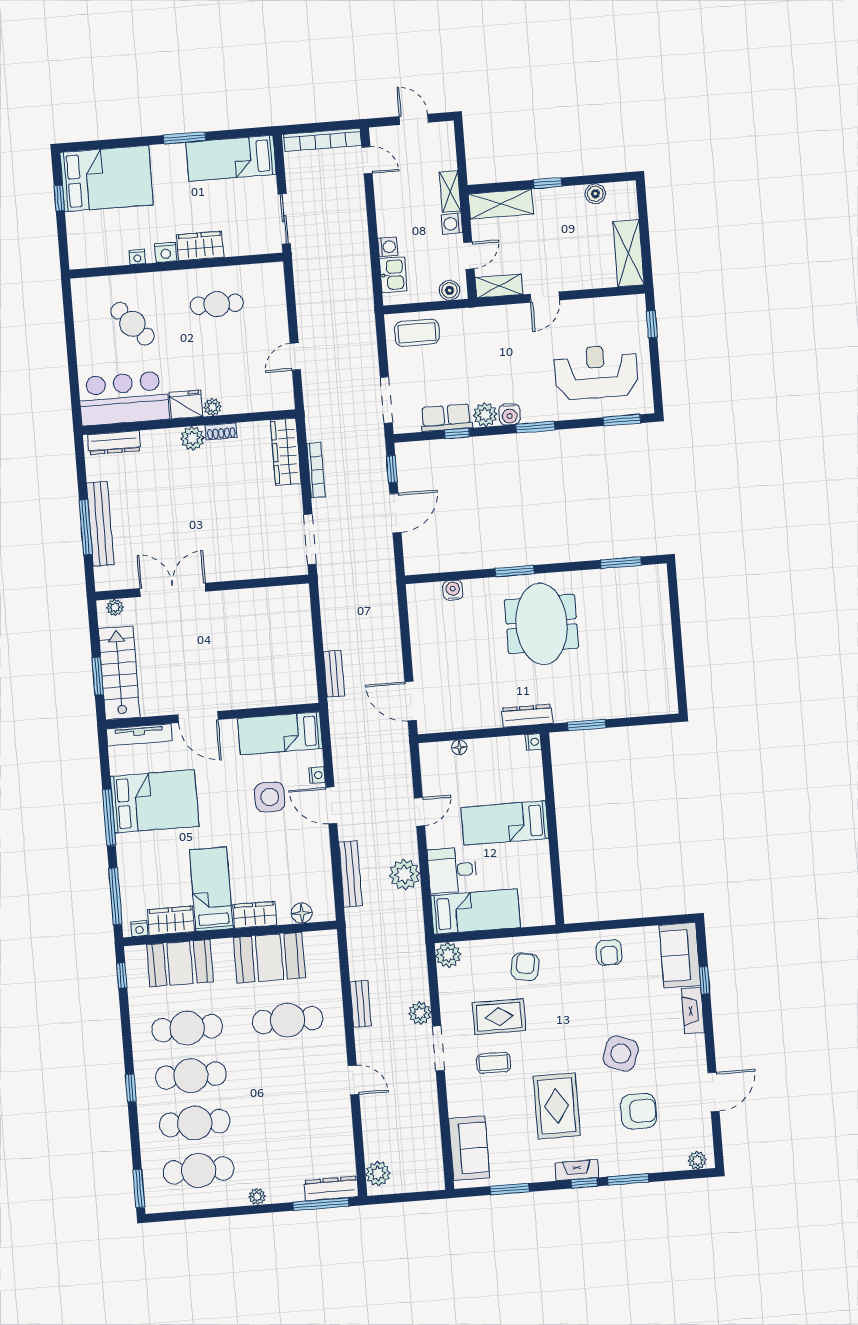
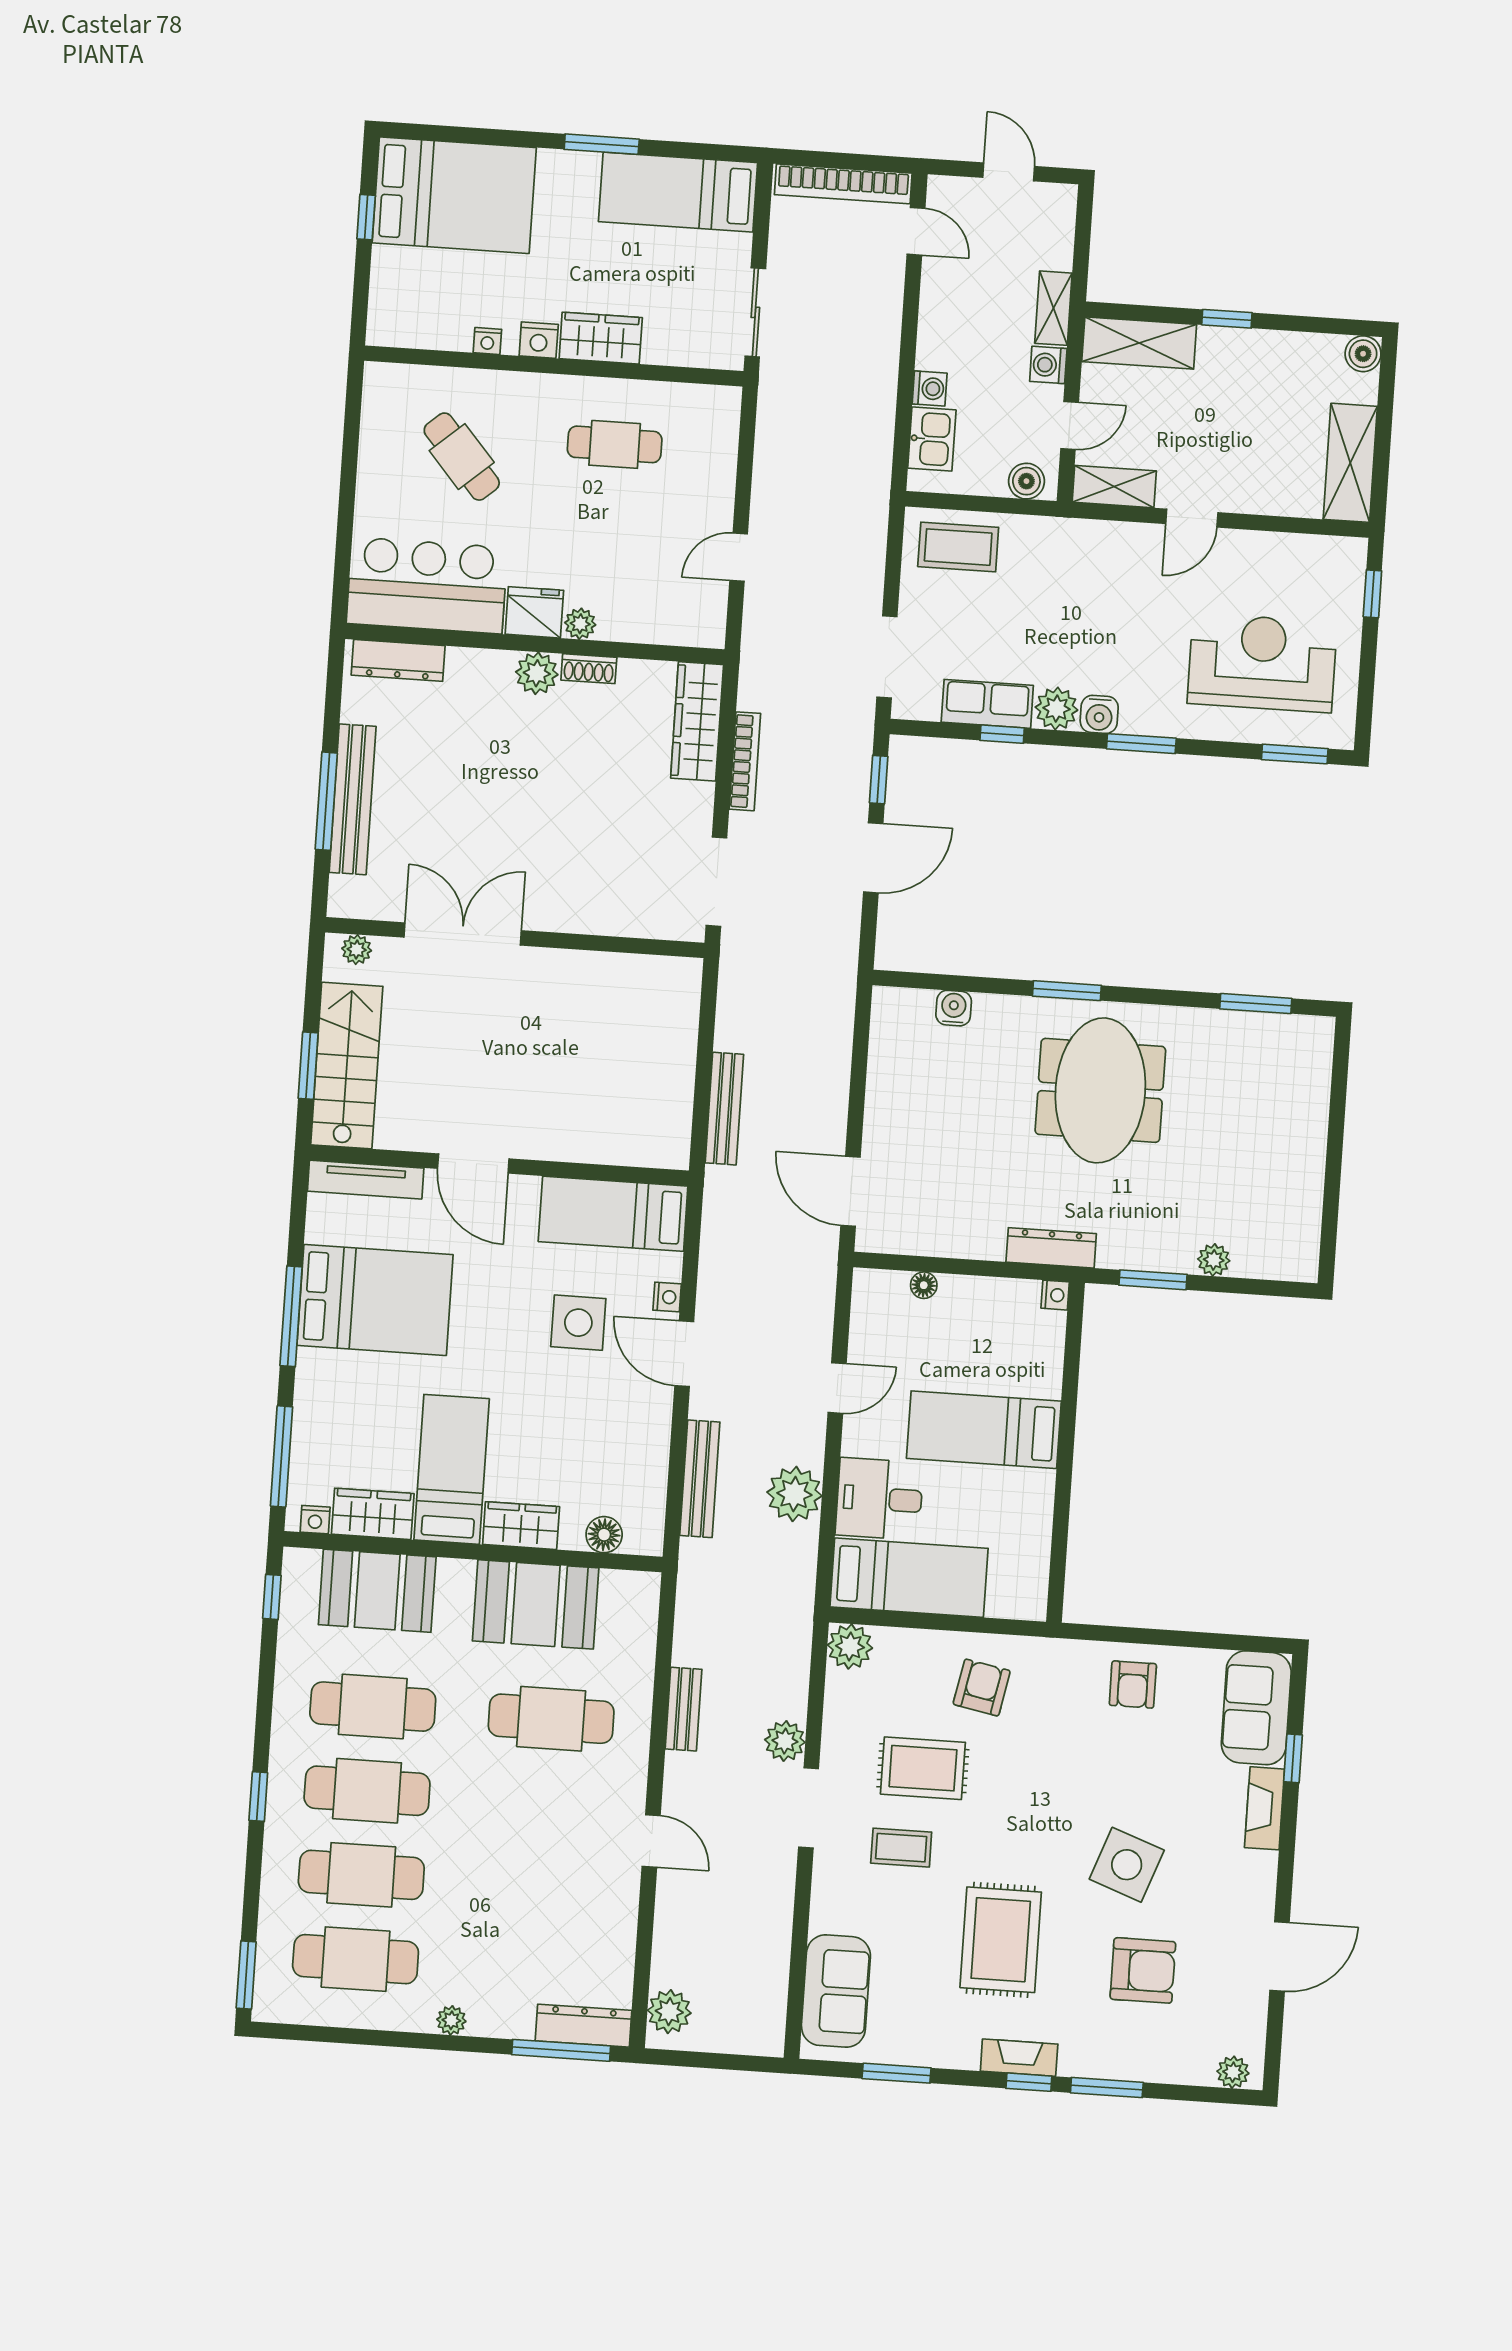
boiler: (595, 194) -> (1363, 354), moved
bench: (334, 674) -> (724, 1109), width x1.36
plant: (619, 709) -> (1214, 1260), added

